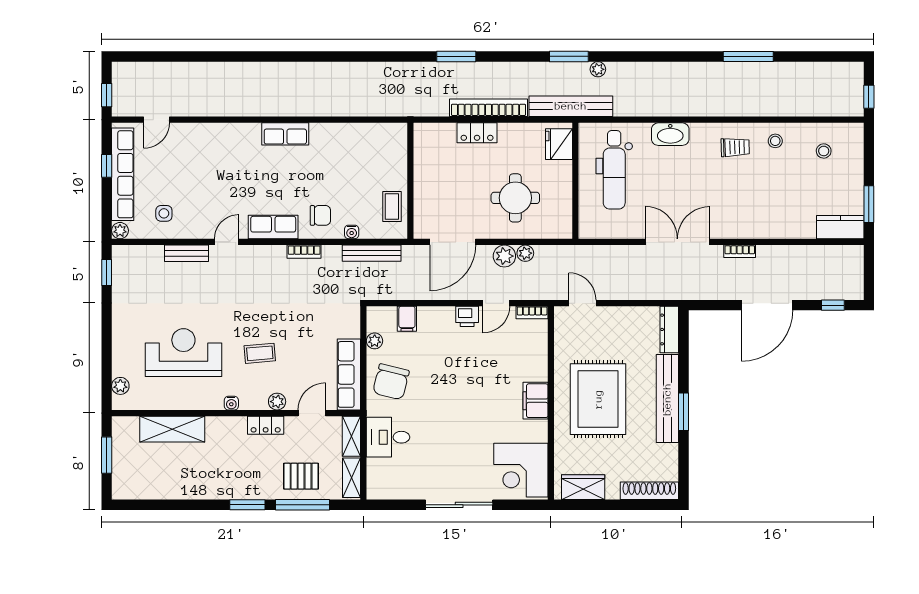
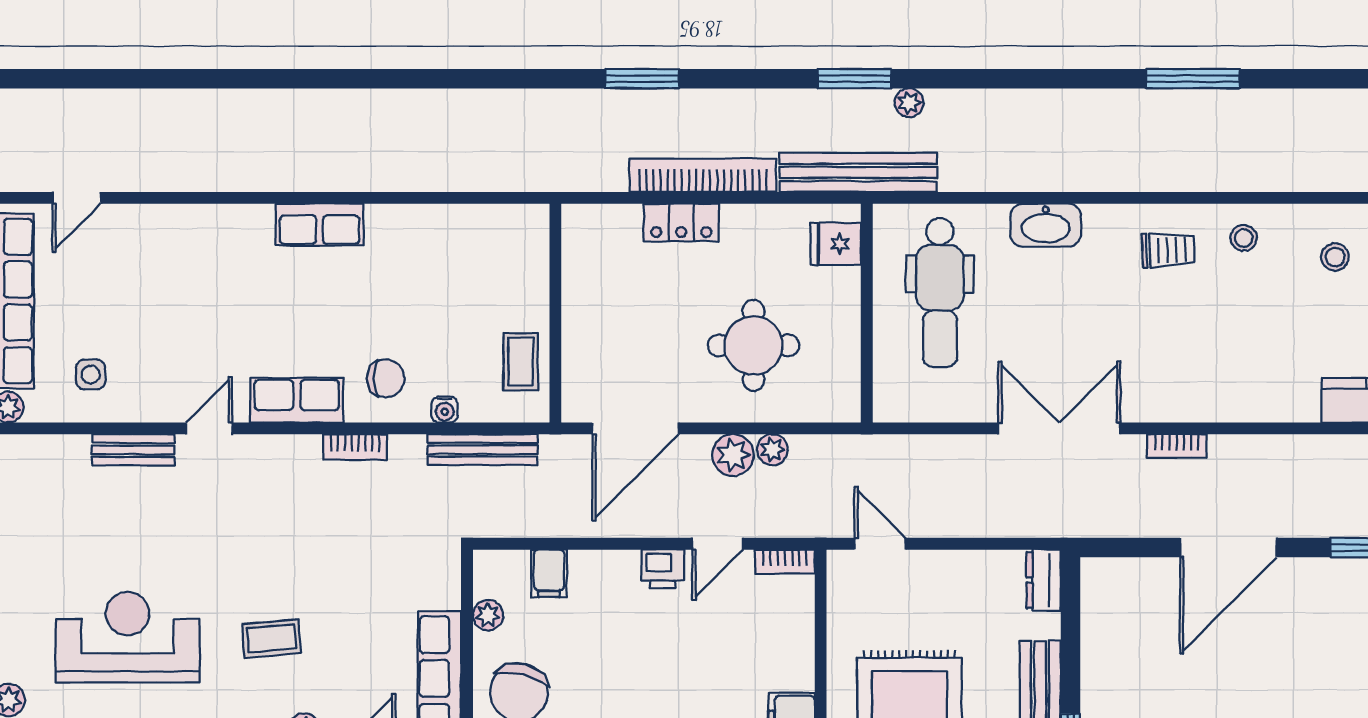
fridge: (559, 144) -> (836, 244), width x0.72
dresser: (669, 329) -> (1044, 580), width x0.70

